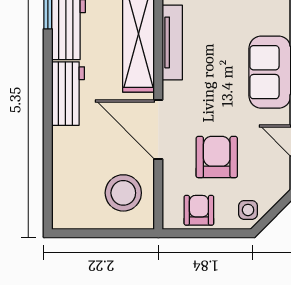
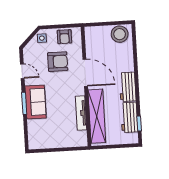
armchair: (217, 157) -> (58, 62), turned -90
stool: (123, 193) -> (120, 34), moved

